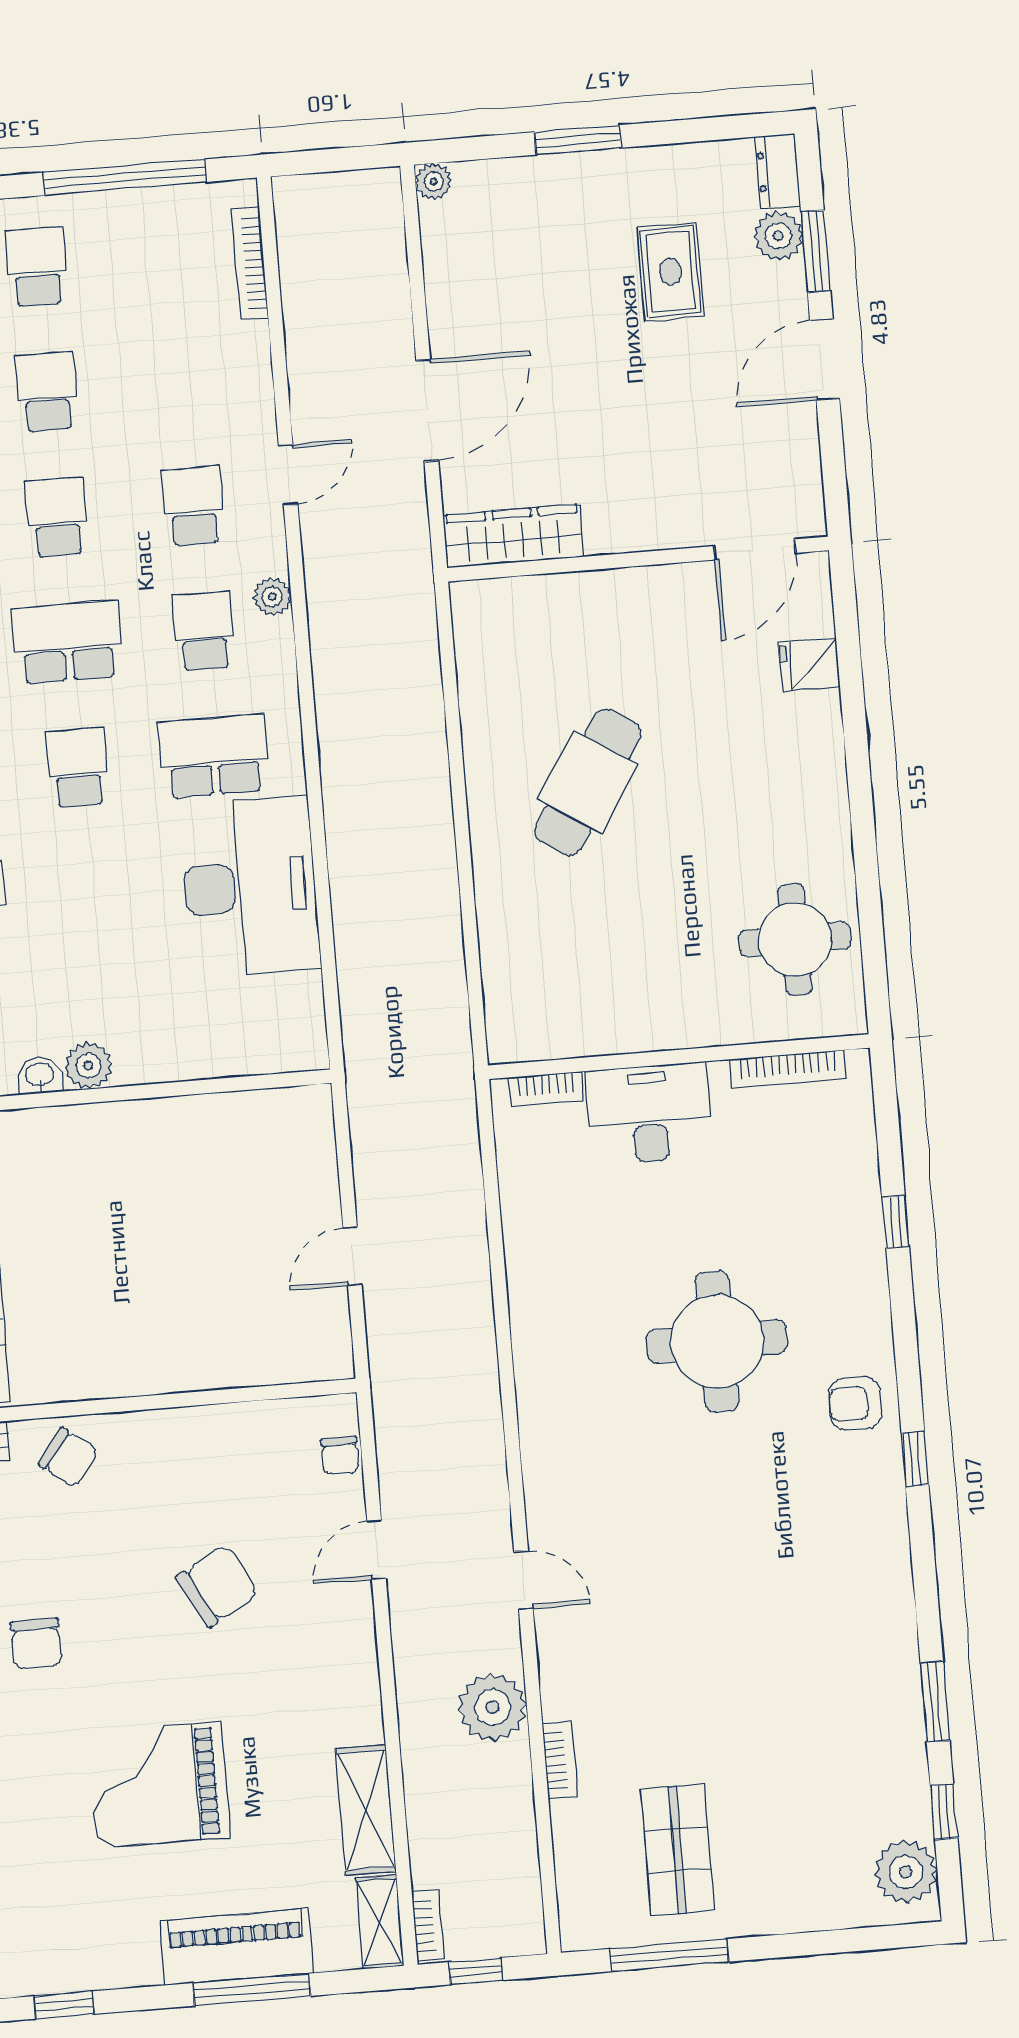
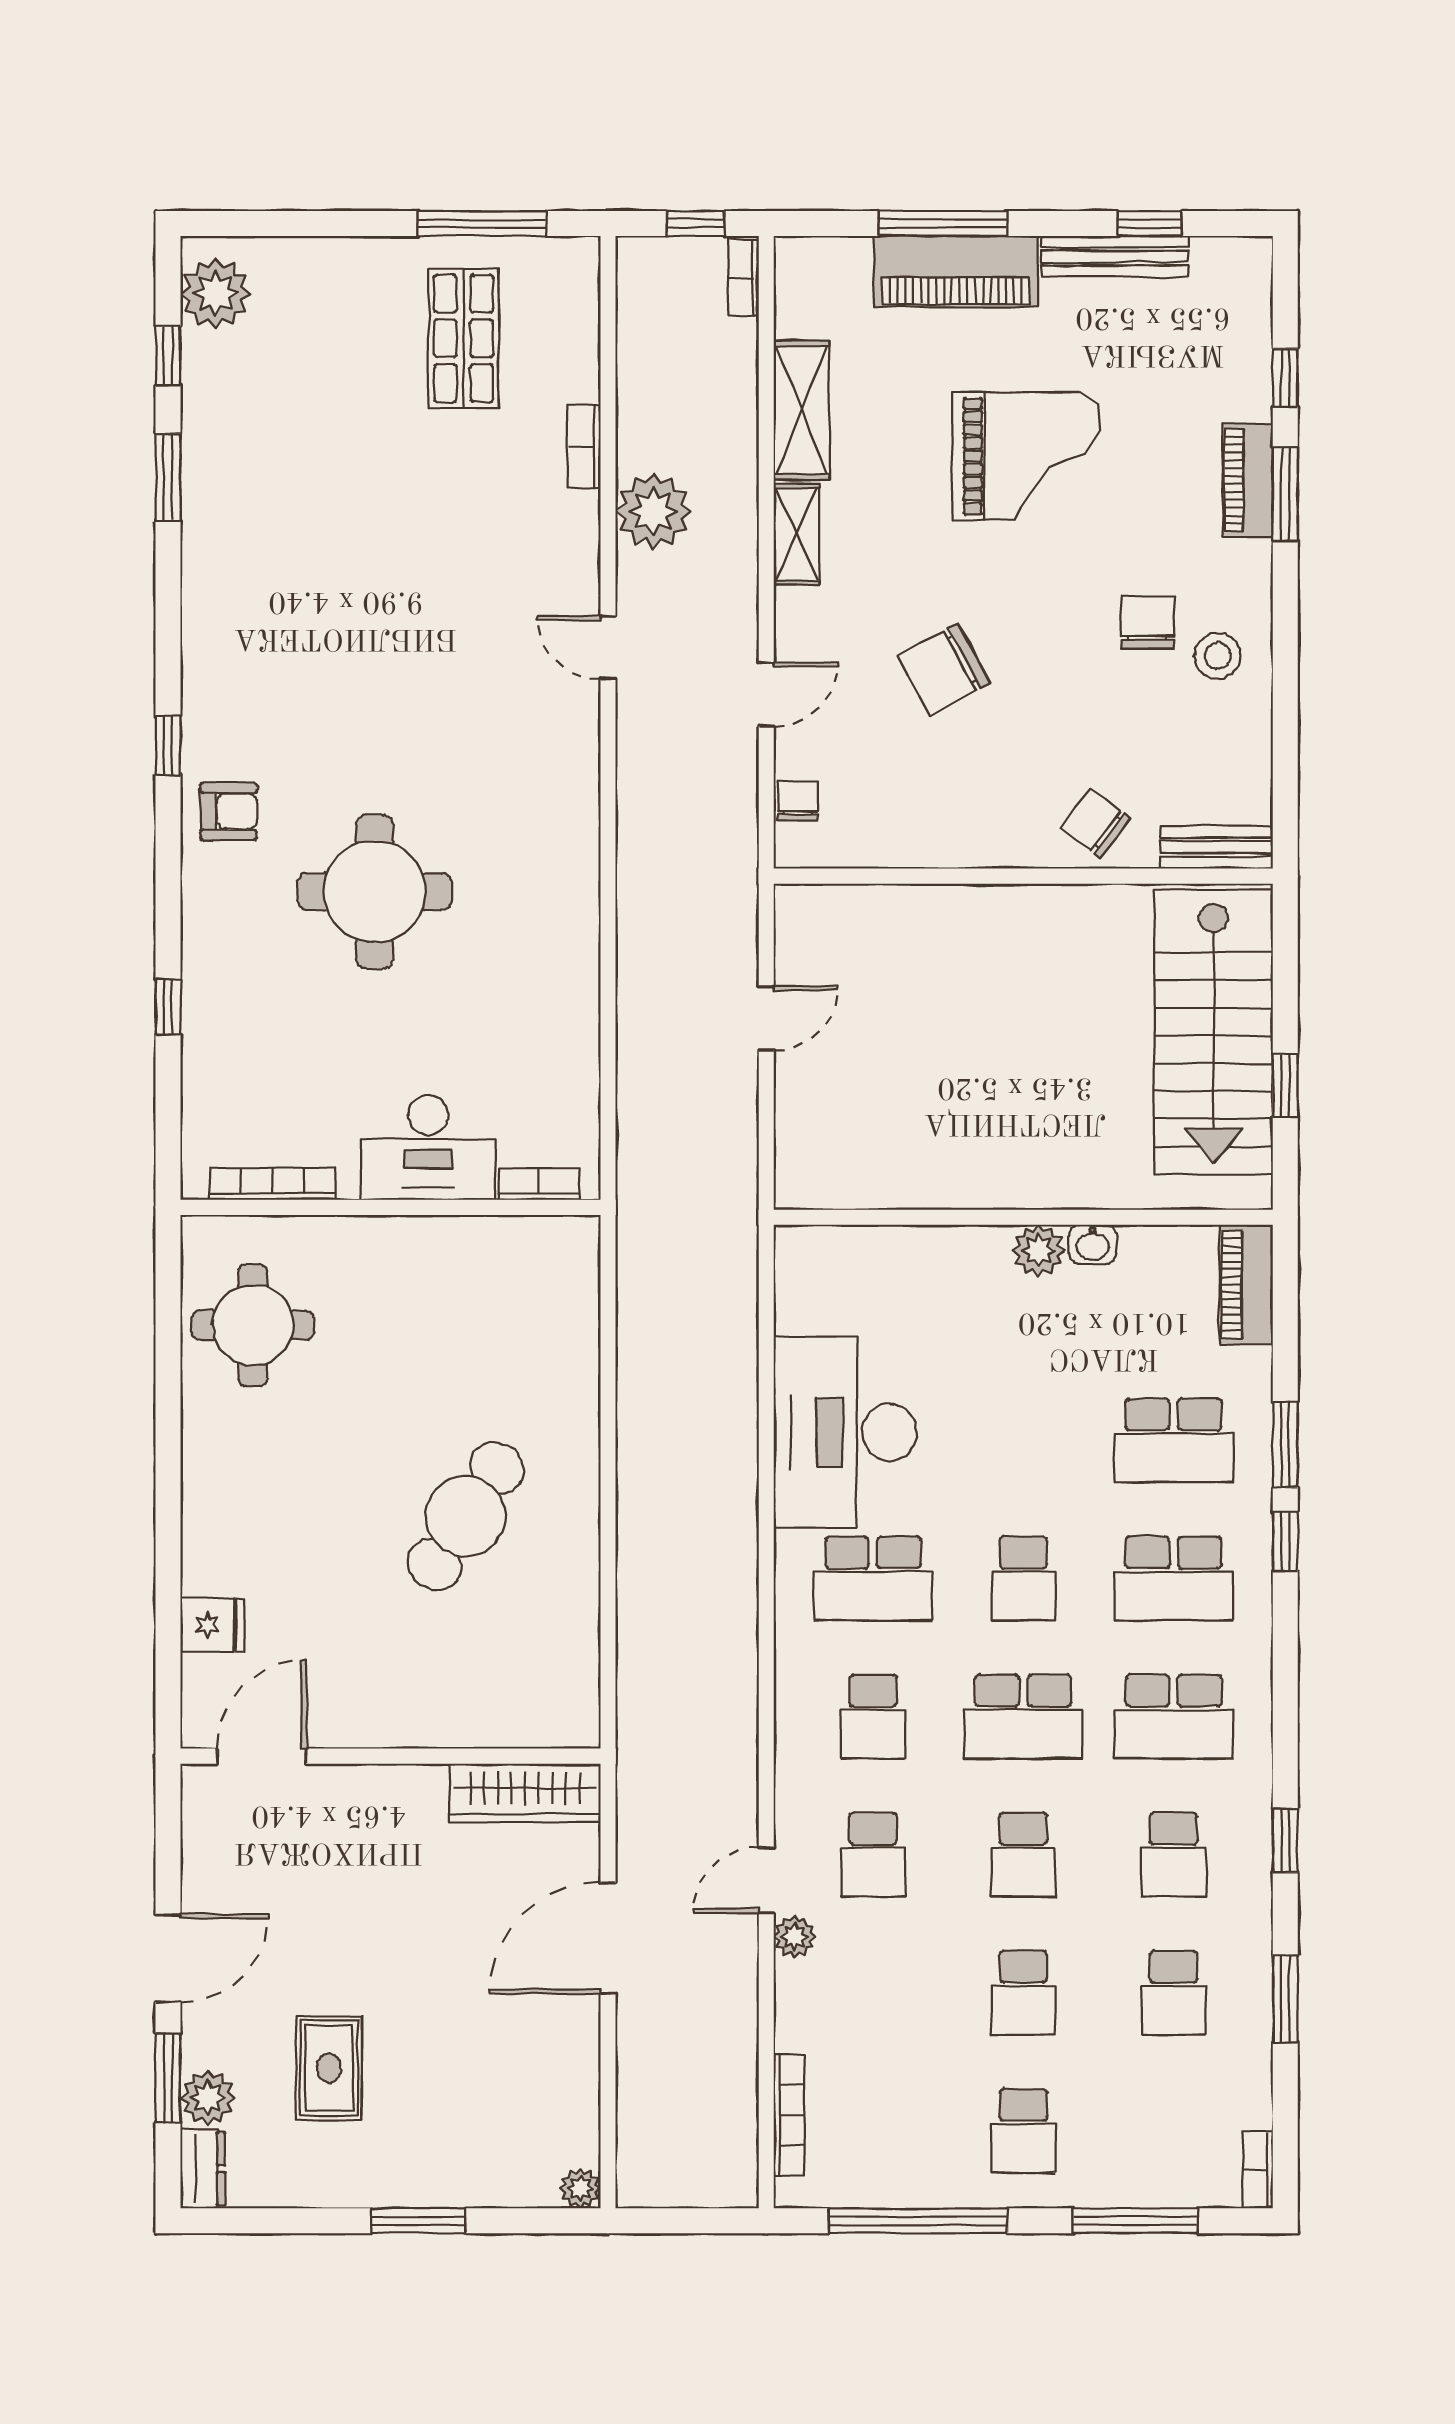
plant: (272, 597) -> (795, 1937), moved
shelving: (380, 1922) -> (796, 534), moved
bench: (93, 1973) -> (1115, 256), added

